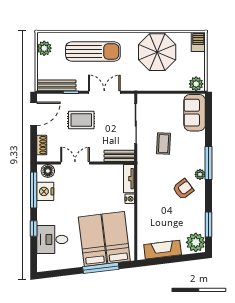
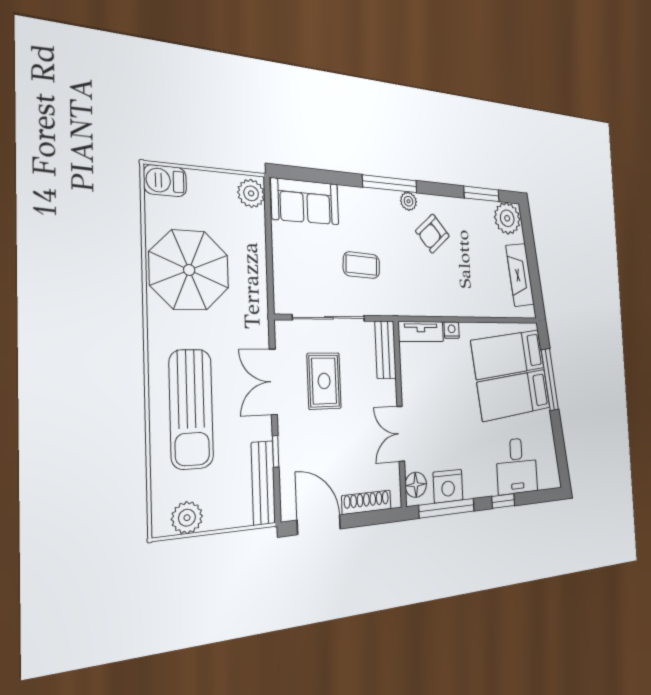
sun lounger: (93, 51) -> (191, 409), turned 180
rug: (81, 120) -> (324, 381), moved
shoe rack: (42, 145) -> (366, 502), width x1.43
armchair: (183, 189) -> (432, 234), turned -94

